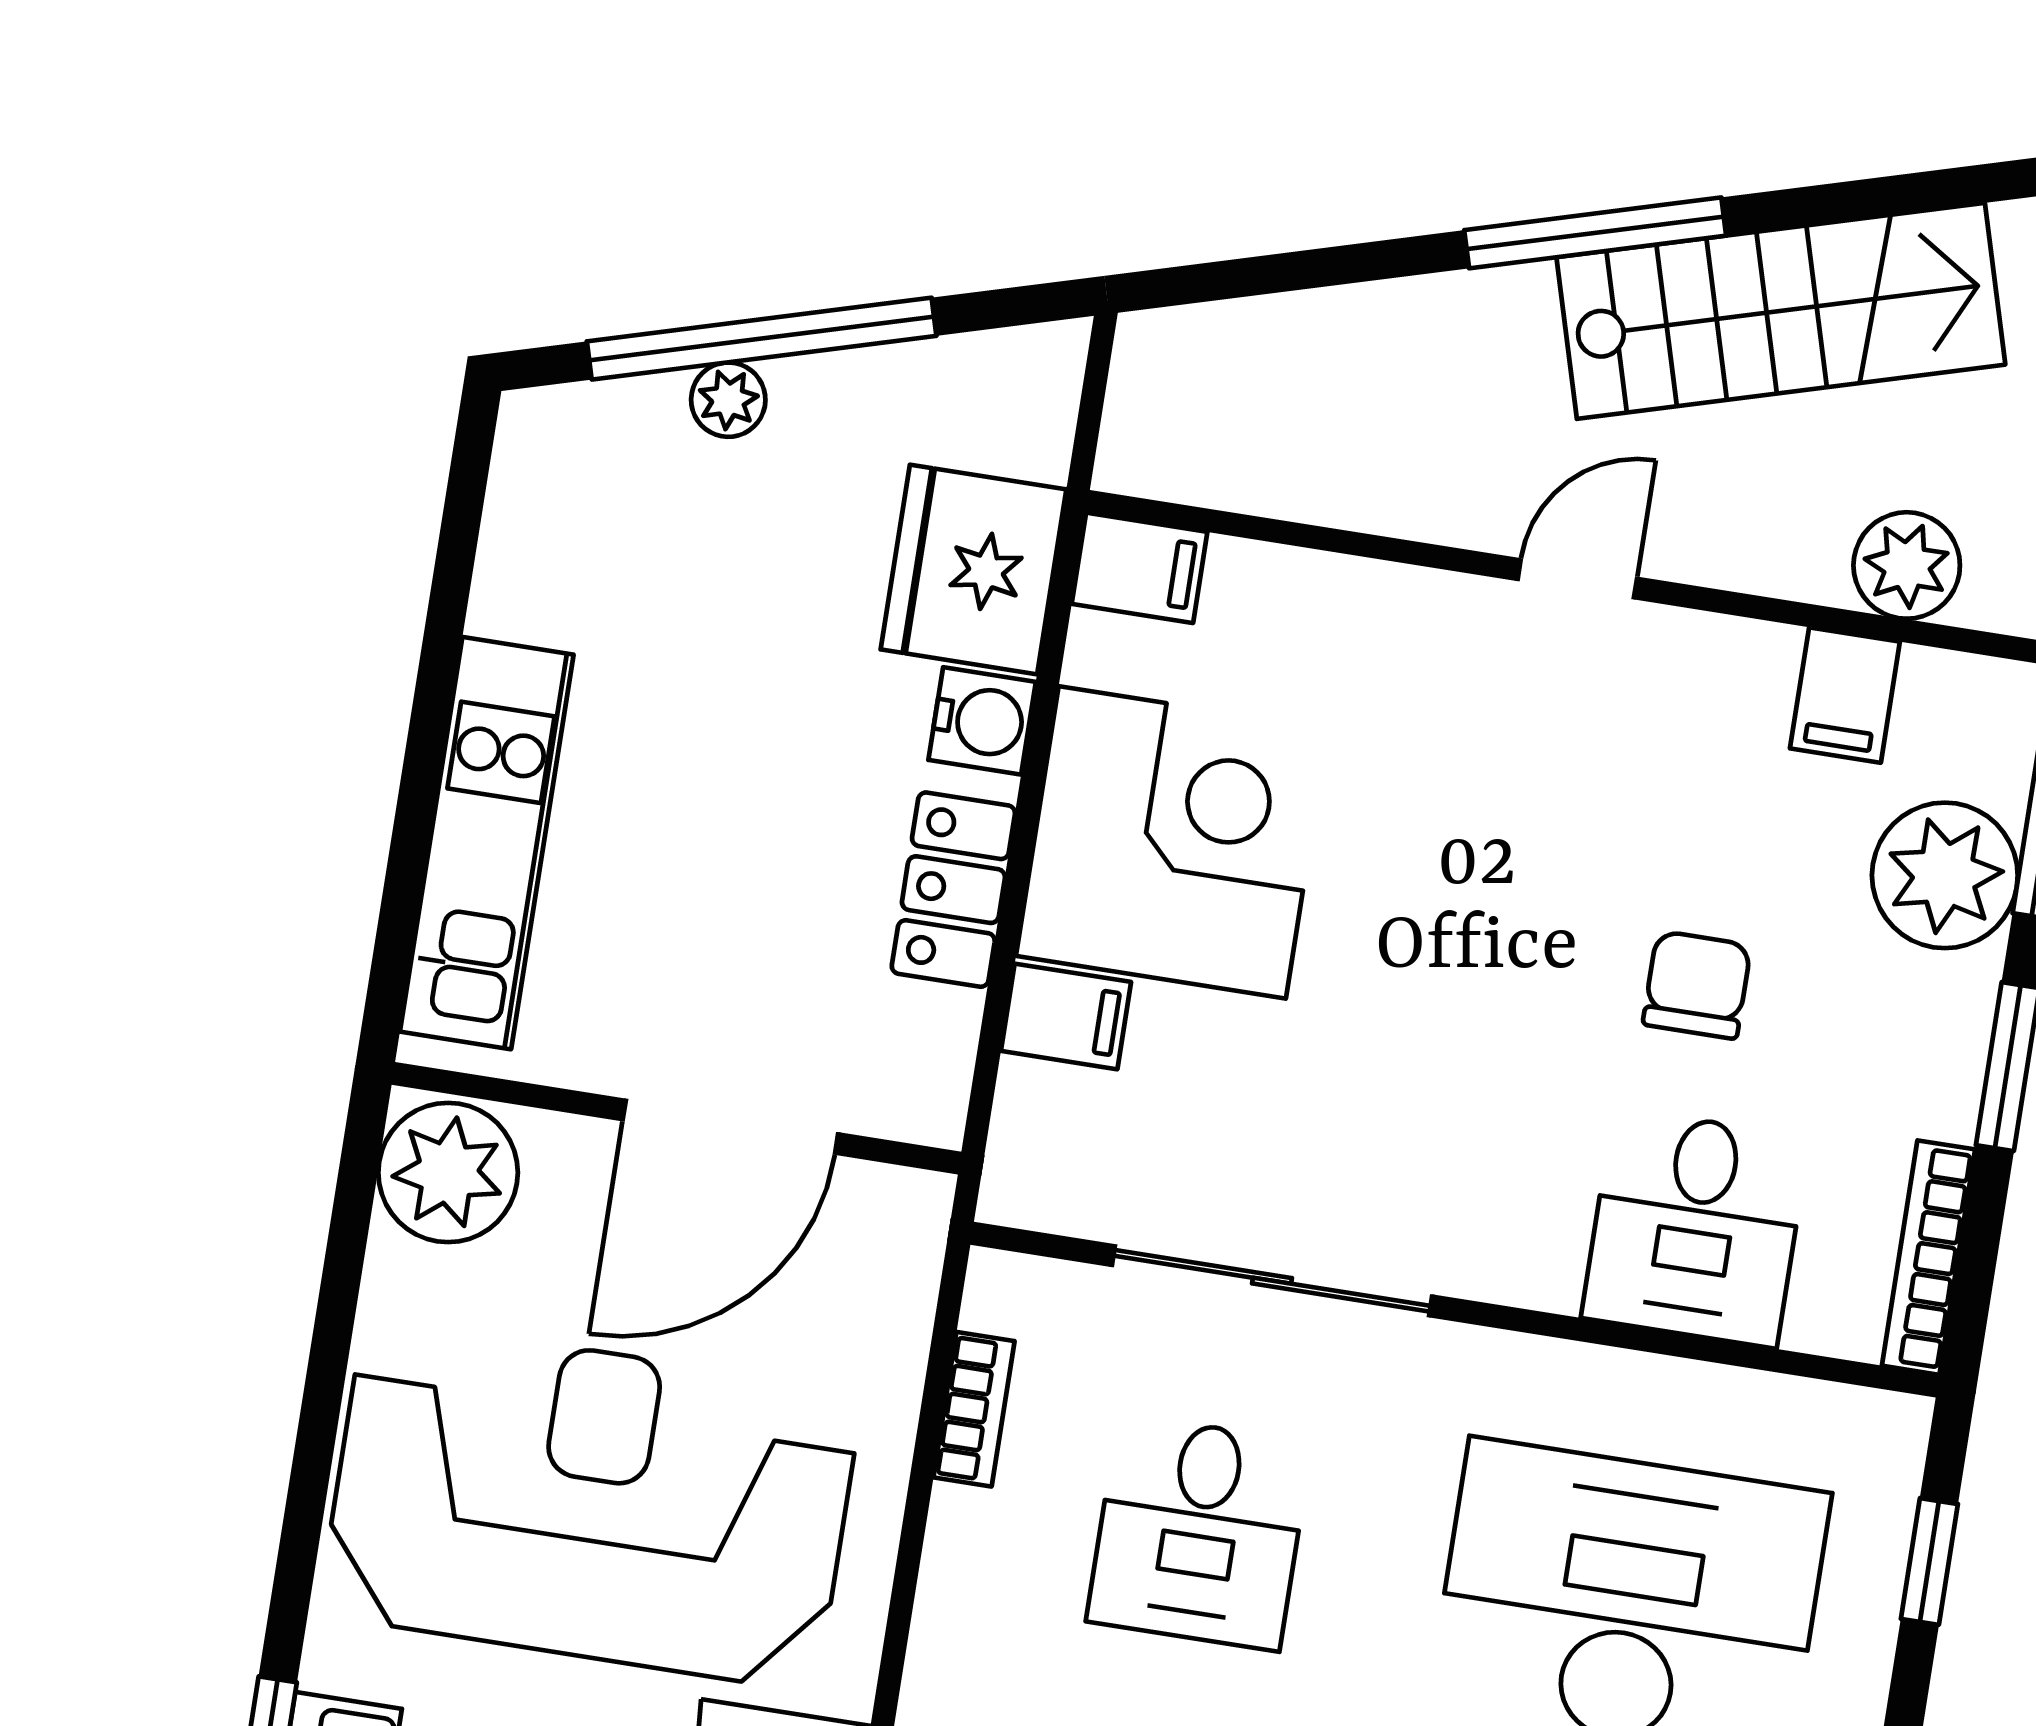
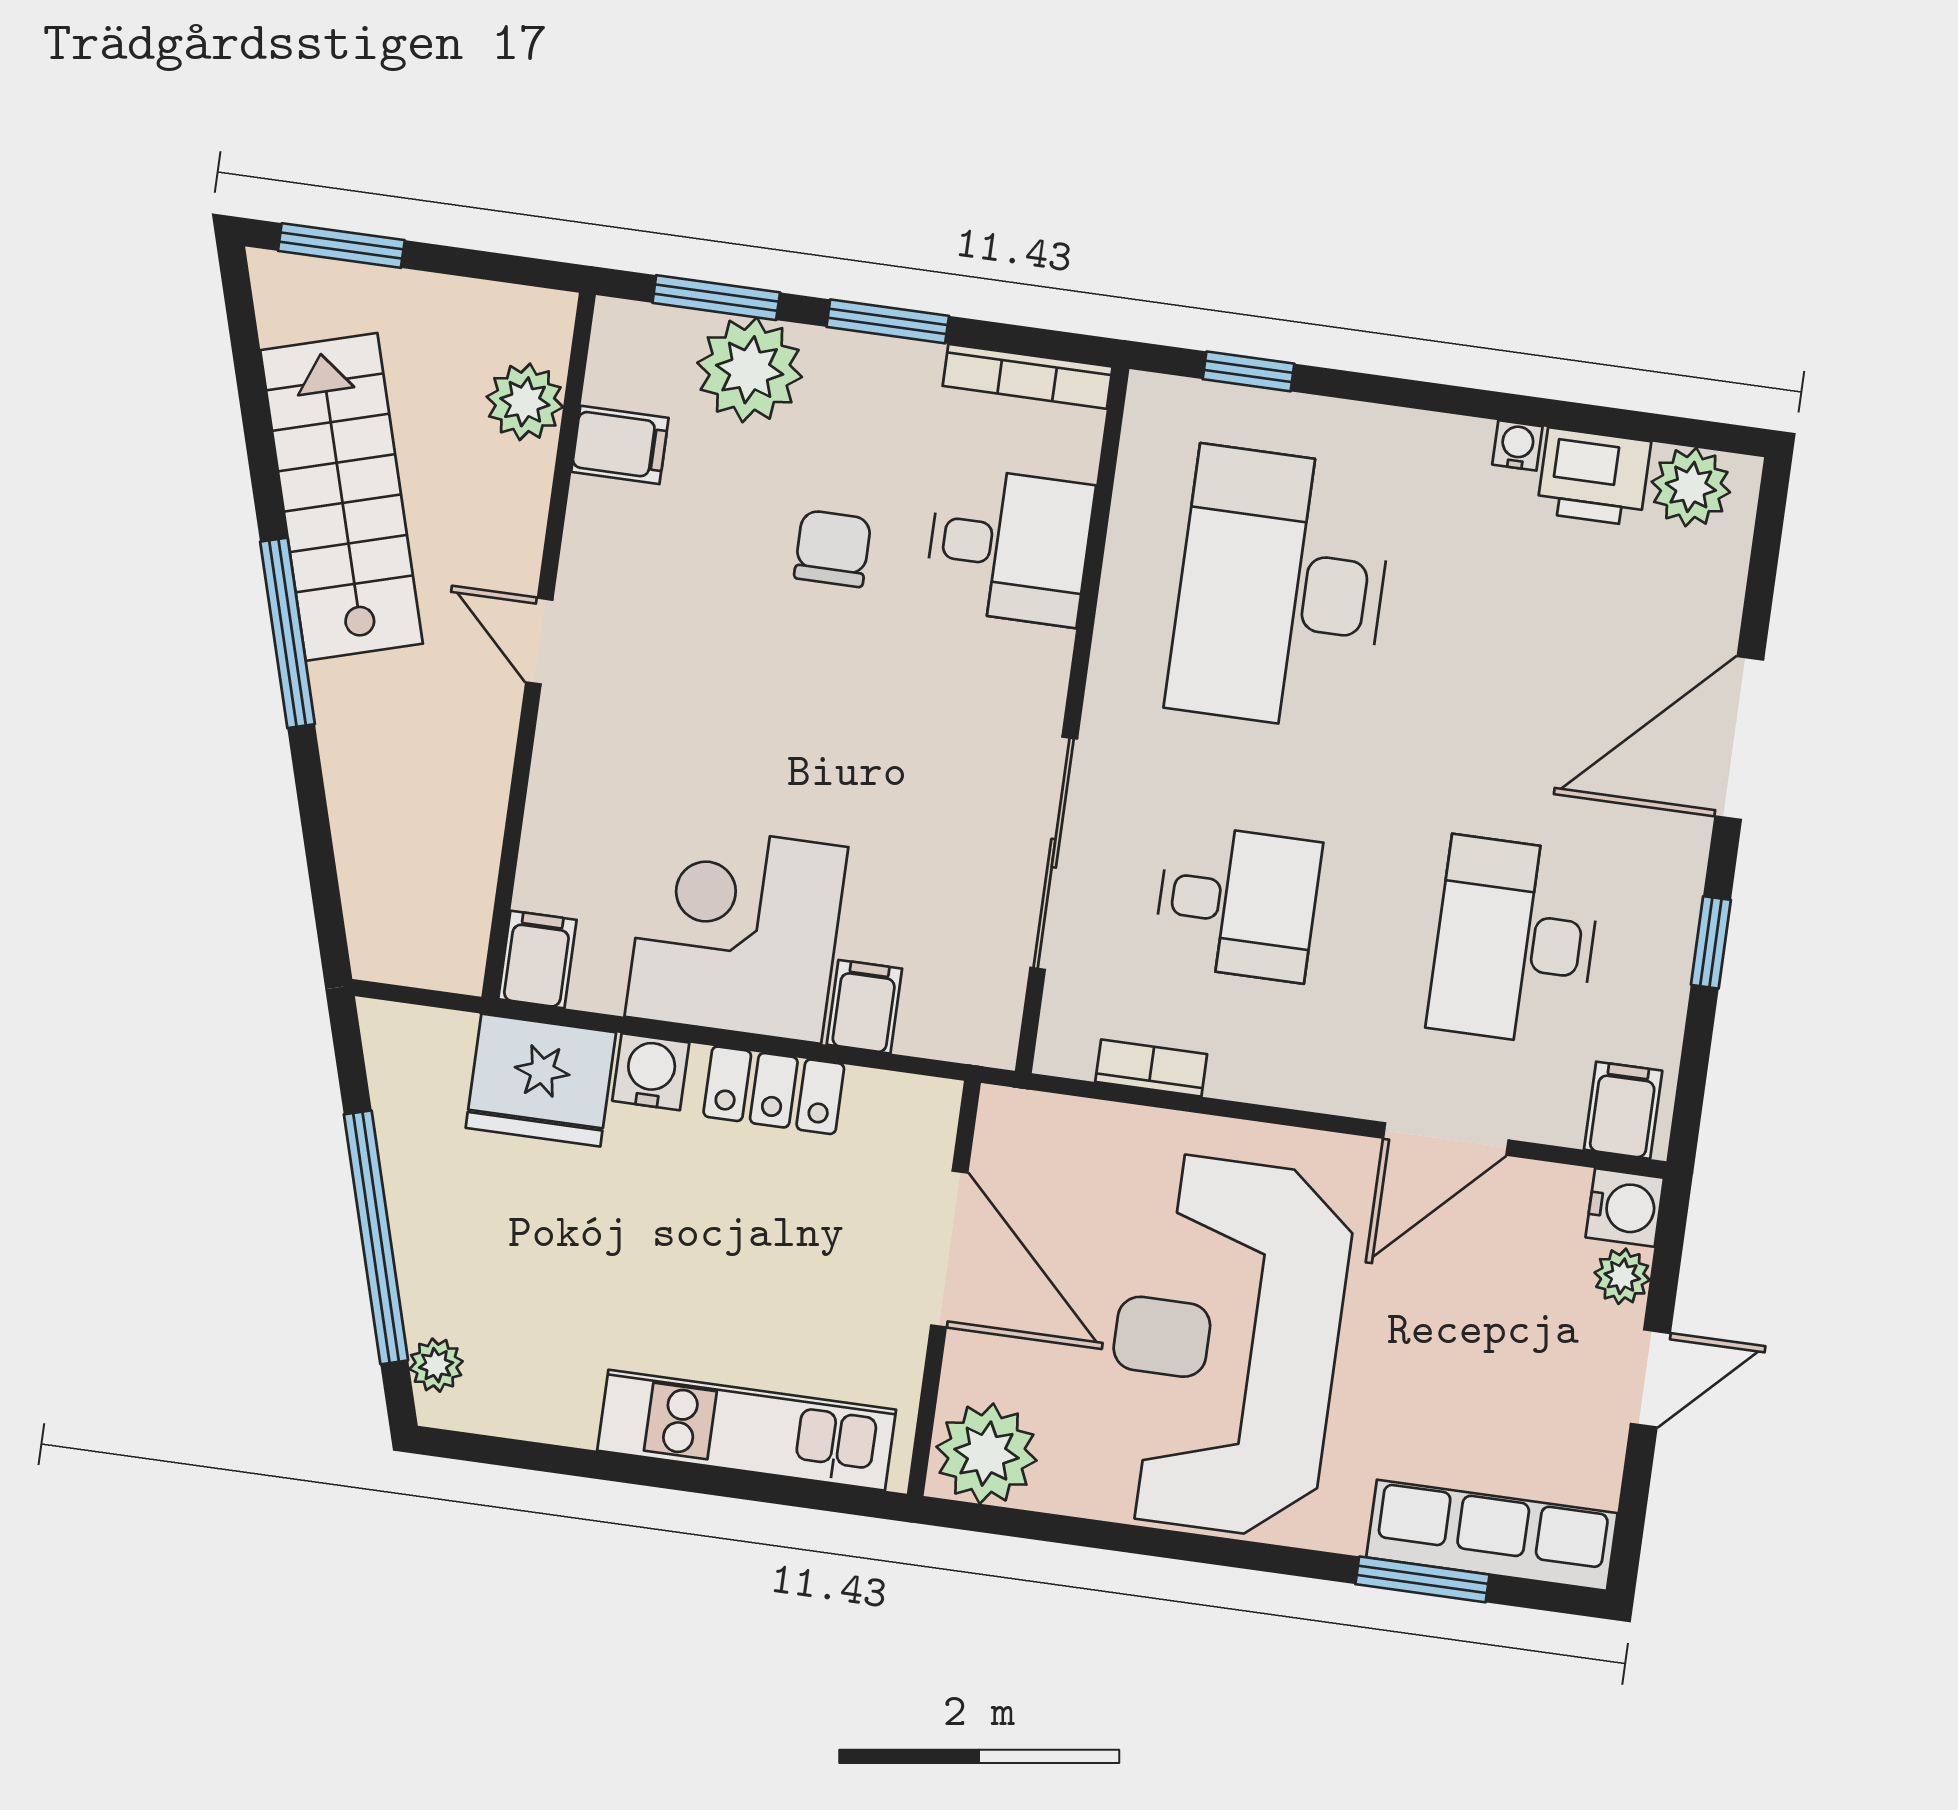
plant: (728, 400) -> (436, 1365), moved
chair: (1697, 985) -> (833, 548), turned 90

